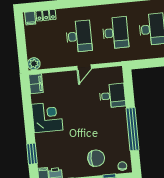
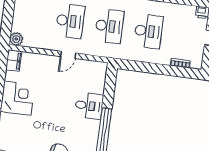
desk: (112, 96) -> (89, 106), moved

